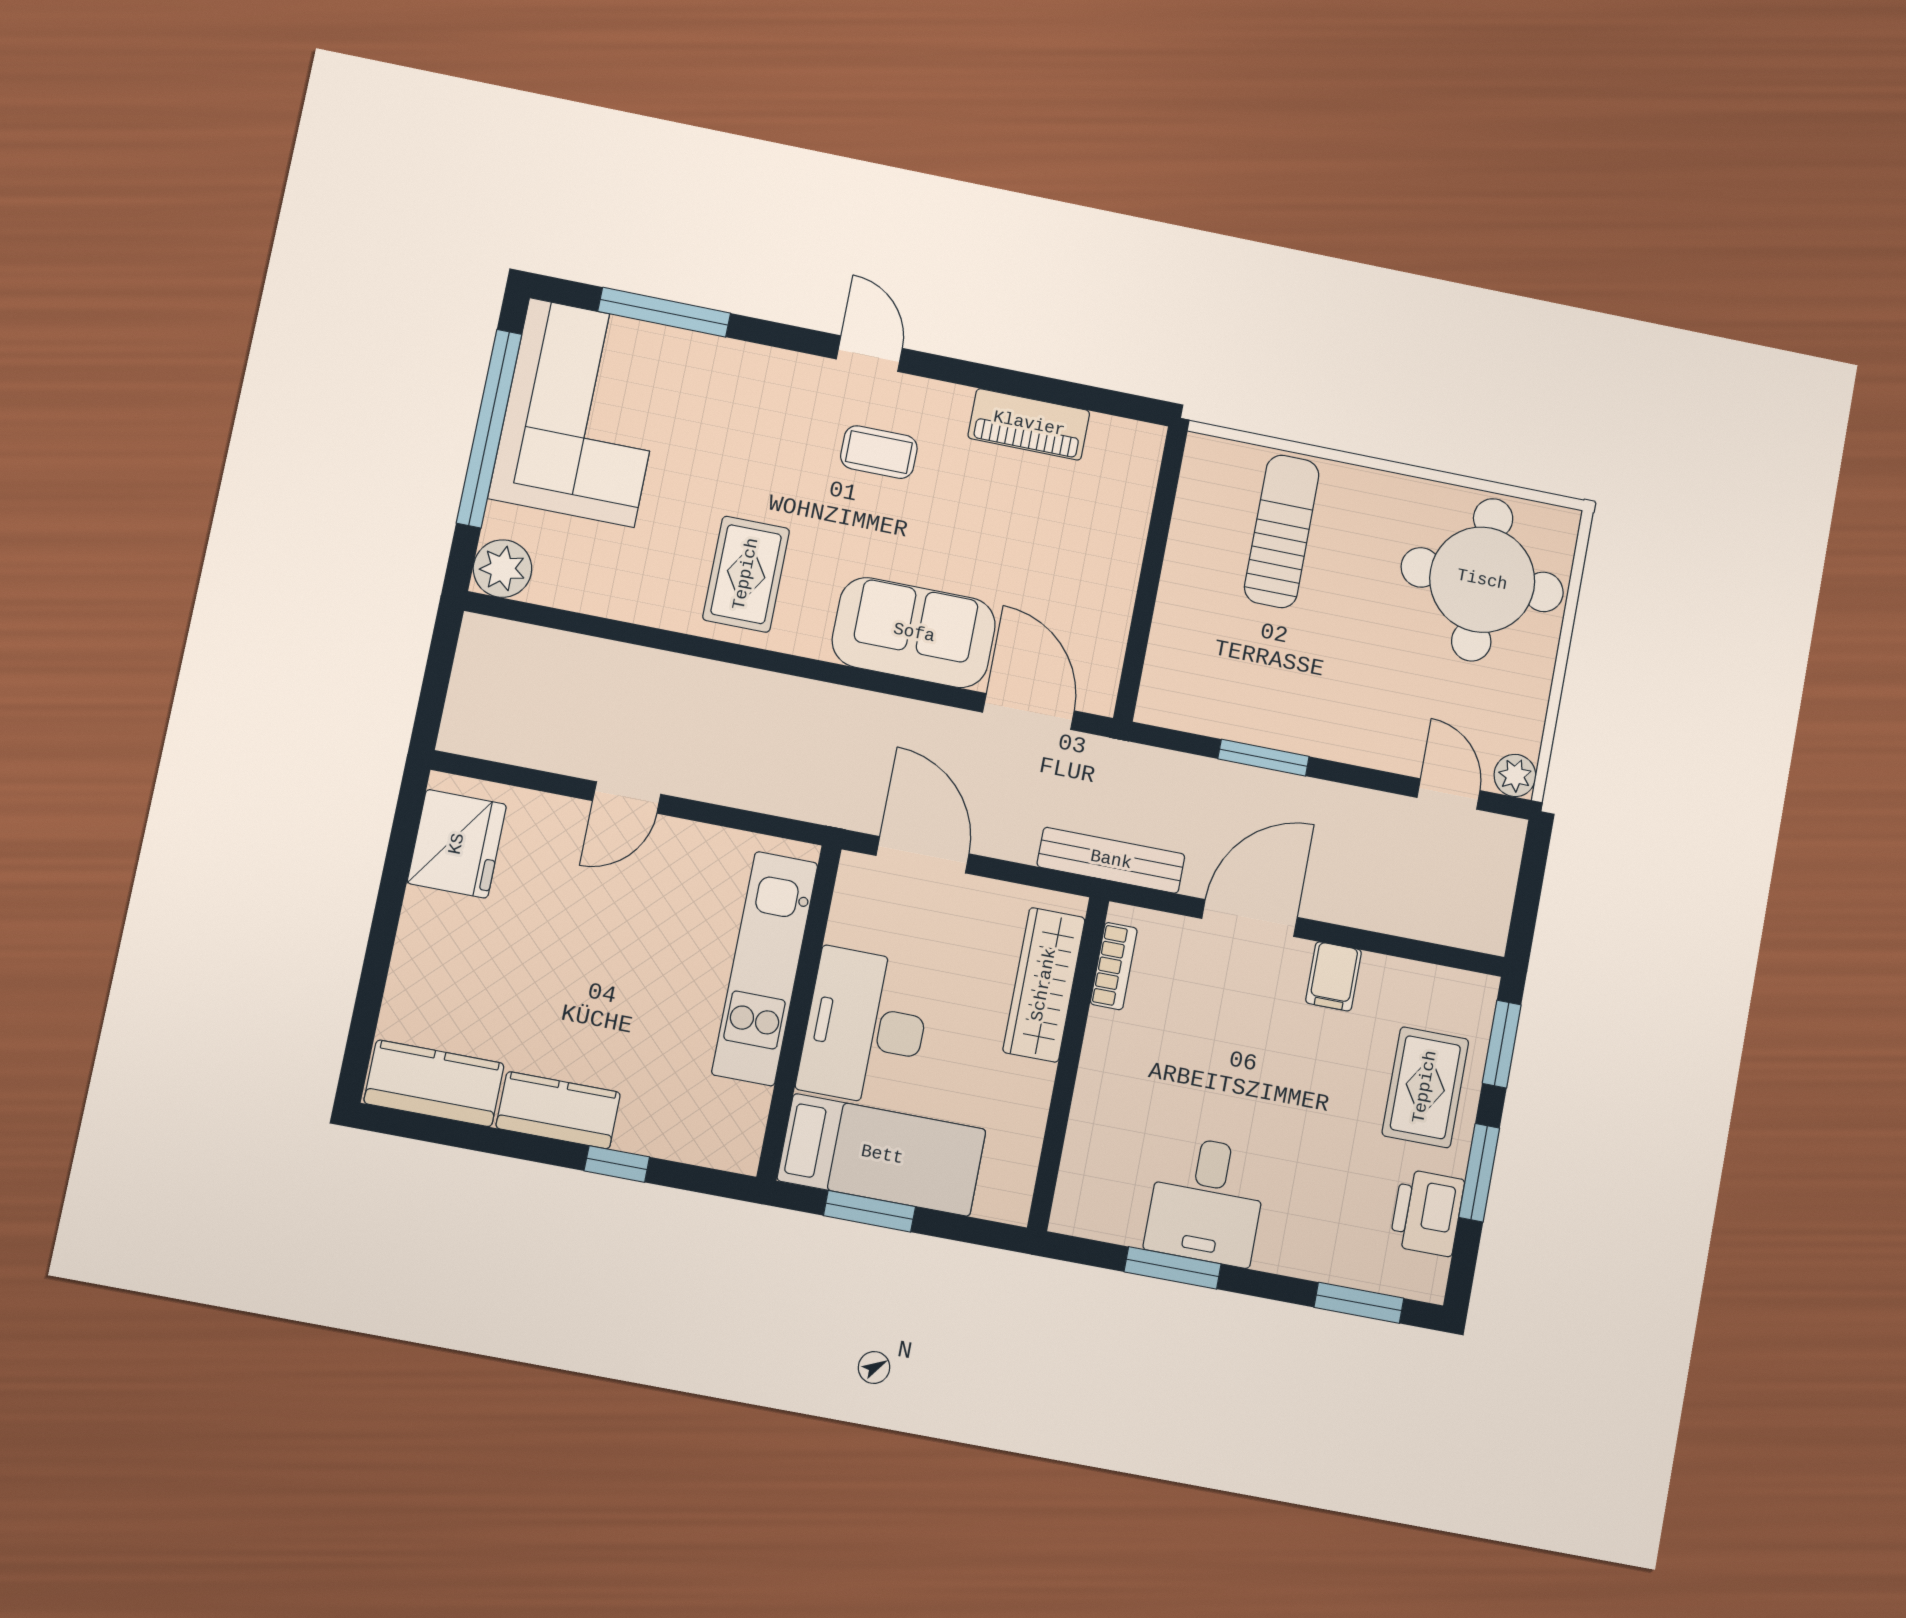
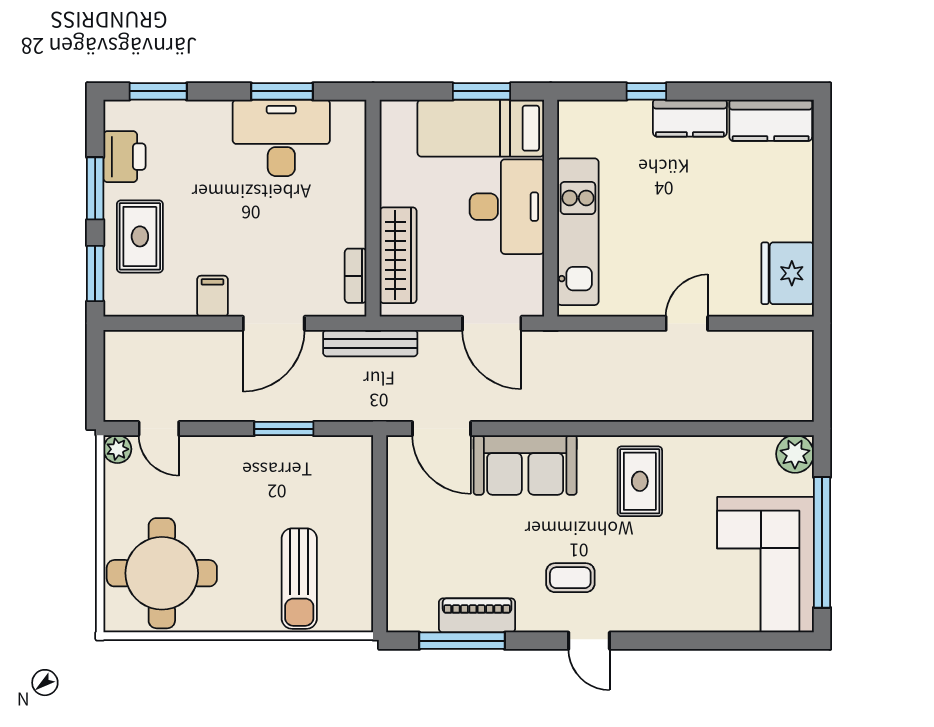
window: (664, 312) -> (462, 641), moved
desk: (1207, 1201) -> (281, 138), width x1.37

